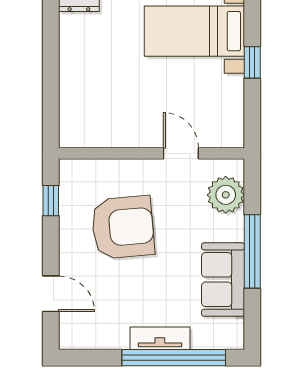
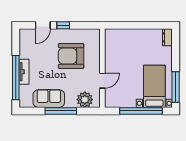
window: (252, 62) -> (141, 111), width x3.17
window: (51, 201) -> (63, 25), moved
armchair: (123, 227) -> (71, 56), turned 95

